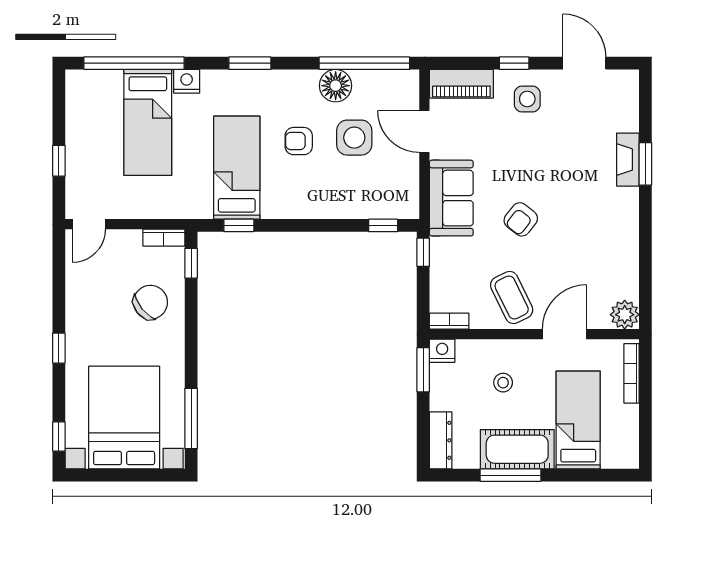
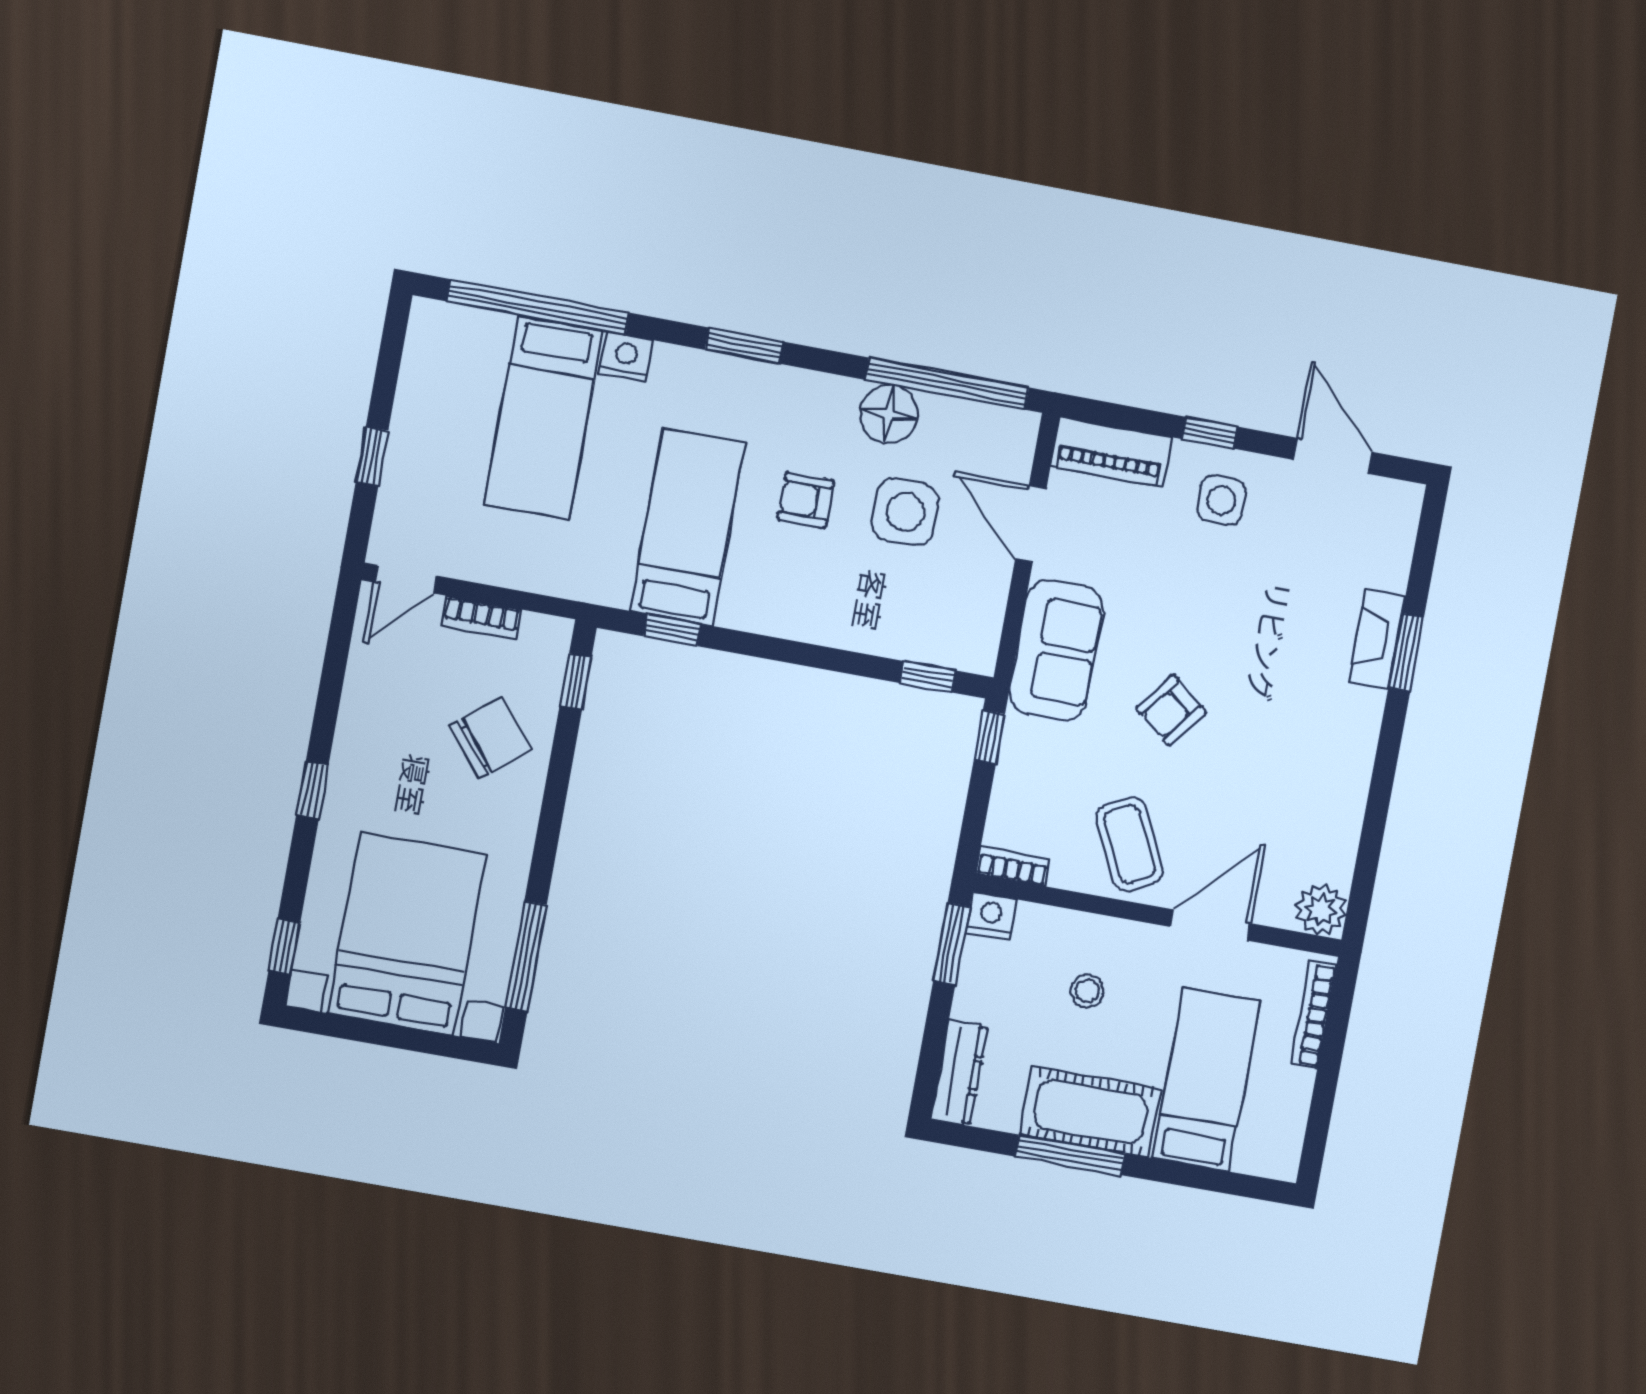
bookcase: (164, 238) -> (481, 618), moved

